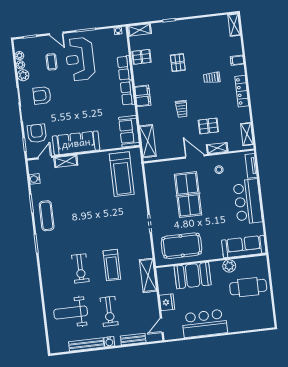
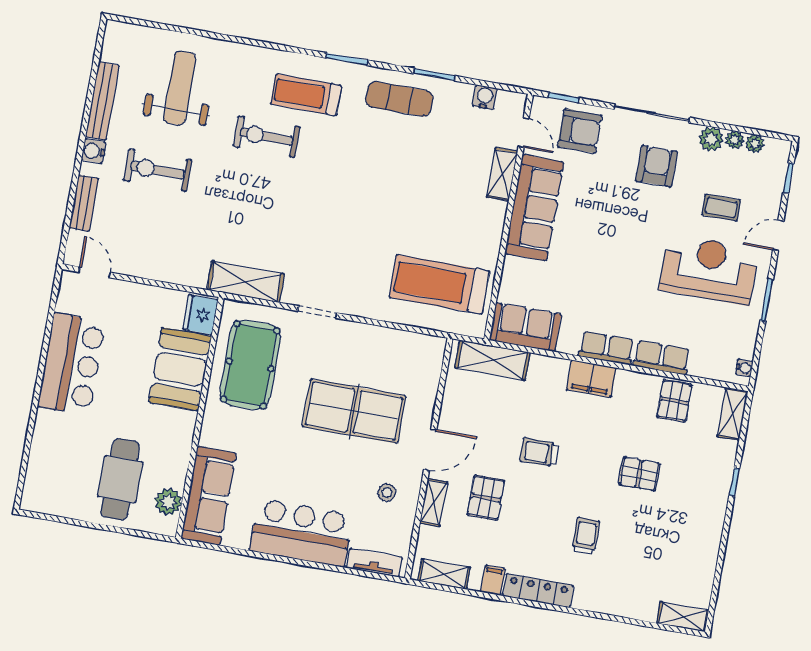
filing cabinet: (237, 60) -> (493, 580), moved
treadmill: (112, 265) -> (306, 95), moved
plant: (229, 266) -> (168, 502), moved
shelving: (148, 275) -> (246, 282), moved
fridge: (167, 302) -> (200, 315), moved, turned 90

